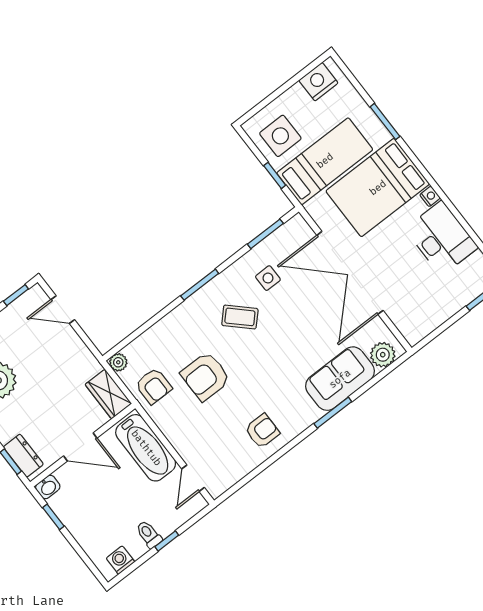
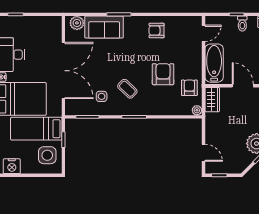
armchair: (205, 376) -> (163, 74), turned -90

